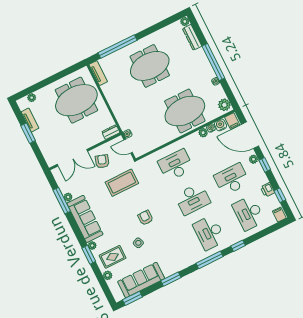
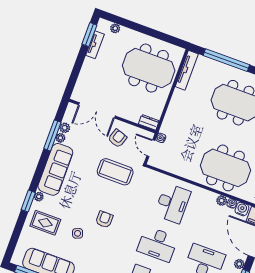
tv unit: (98, 73) -> (187, 70), width x1.41
window: (28, 133) -> (89, 35), moved
desk: (176, 165) -> (173, 203), turned 90
plant: (108, 275) -> (65, 128), moved

